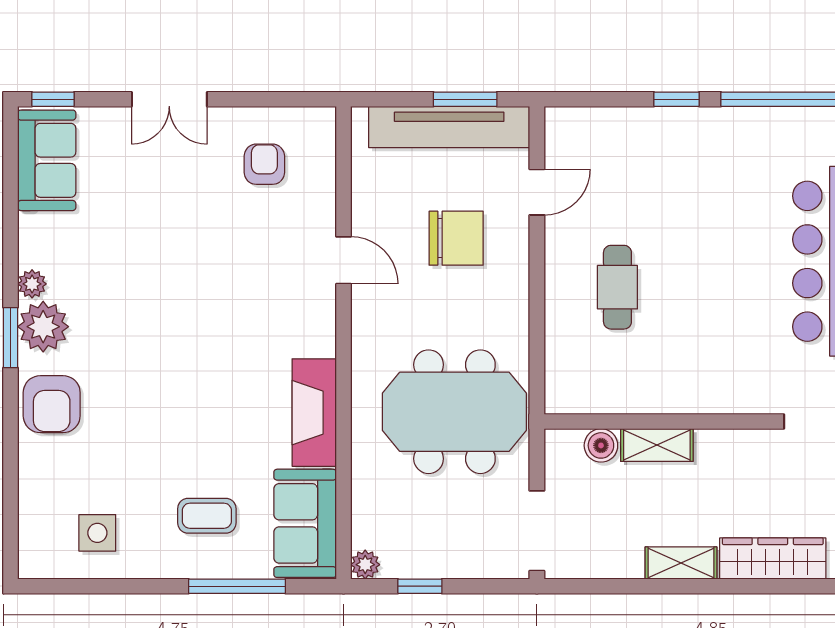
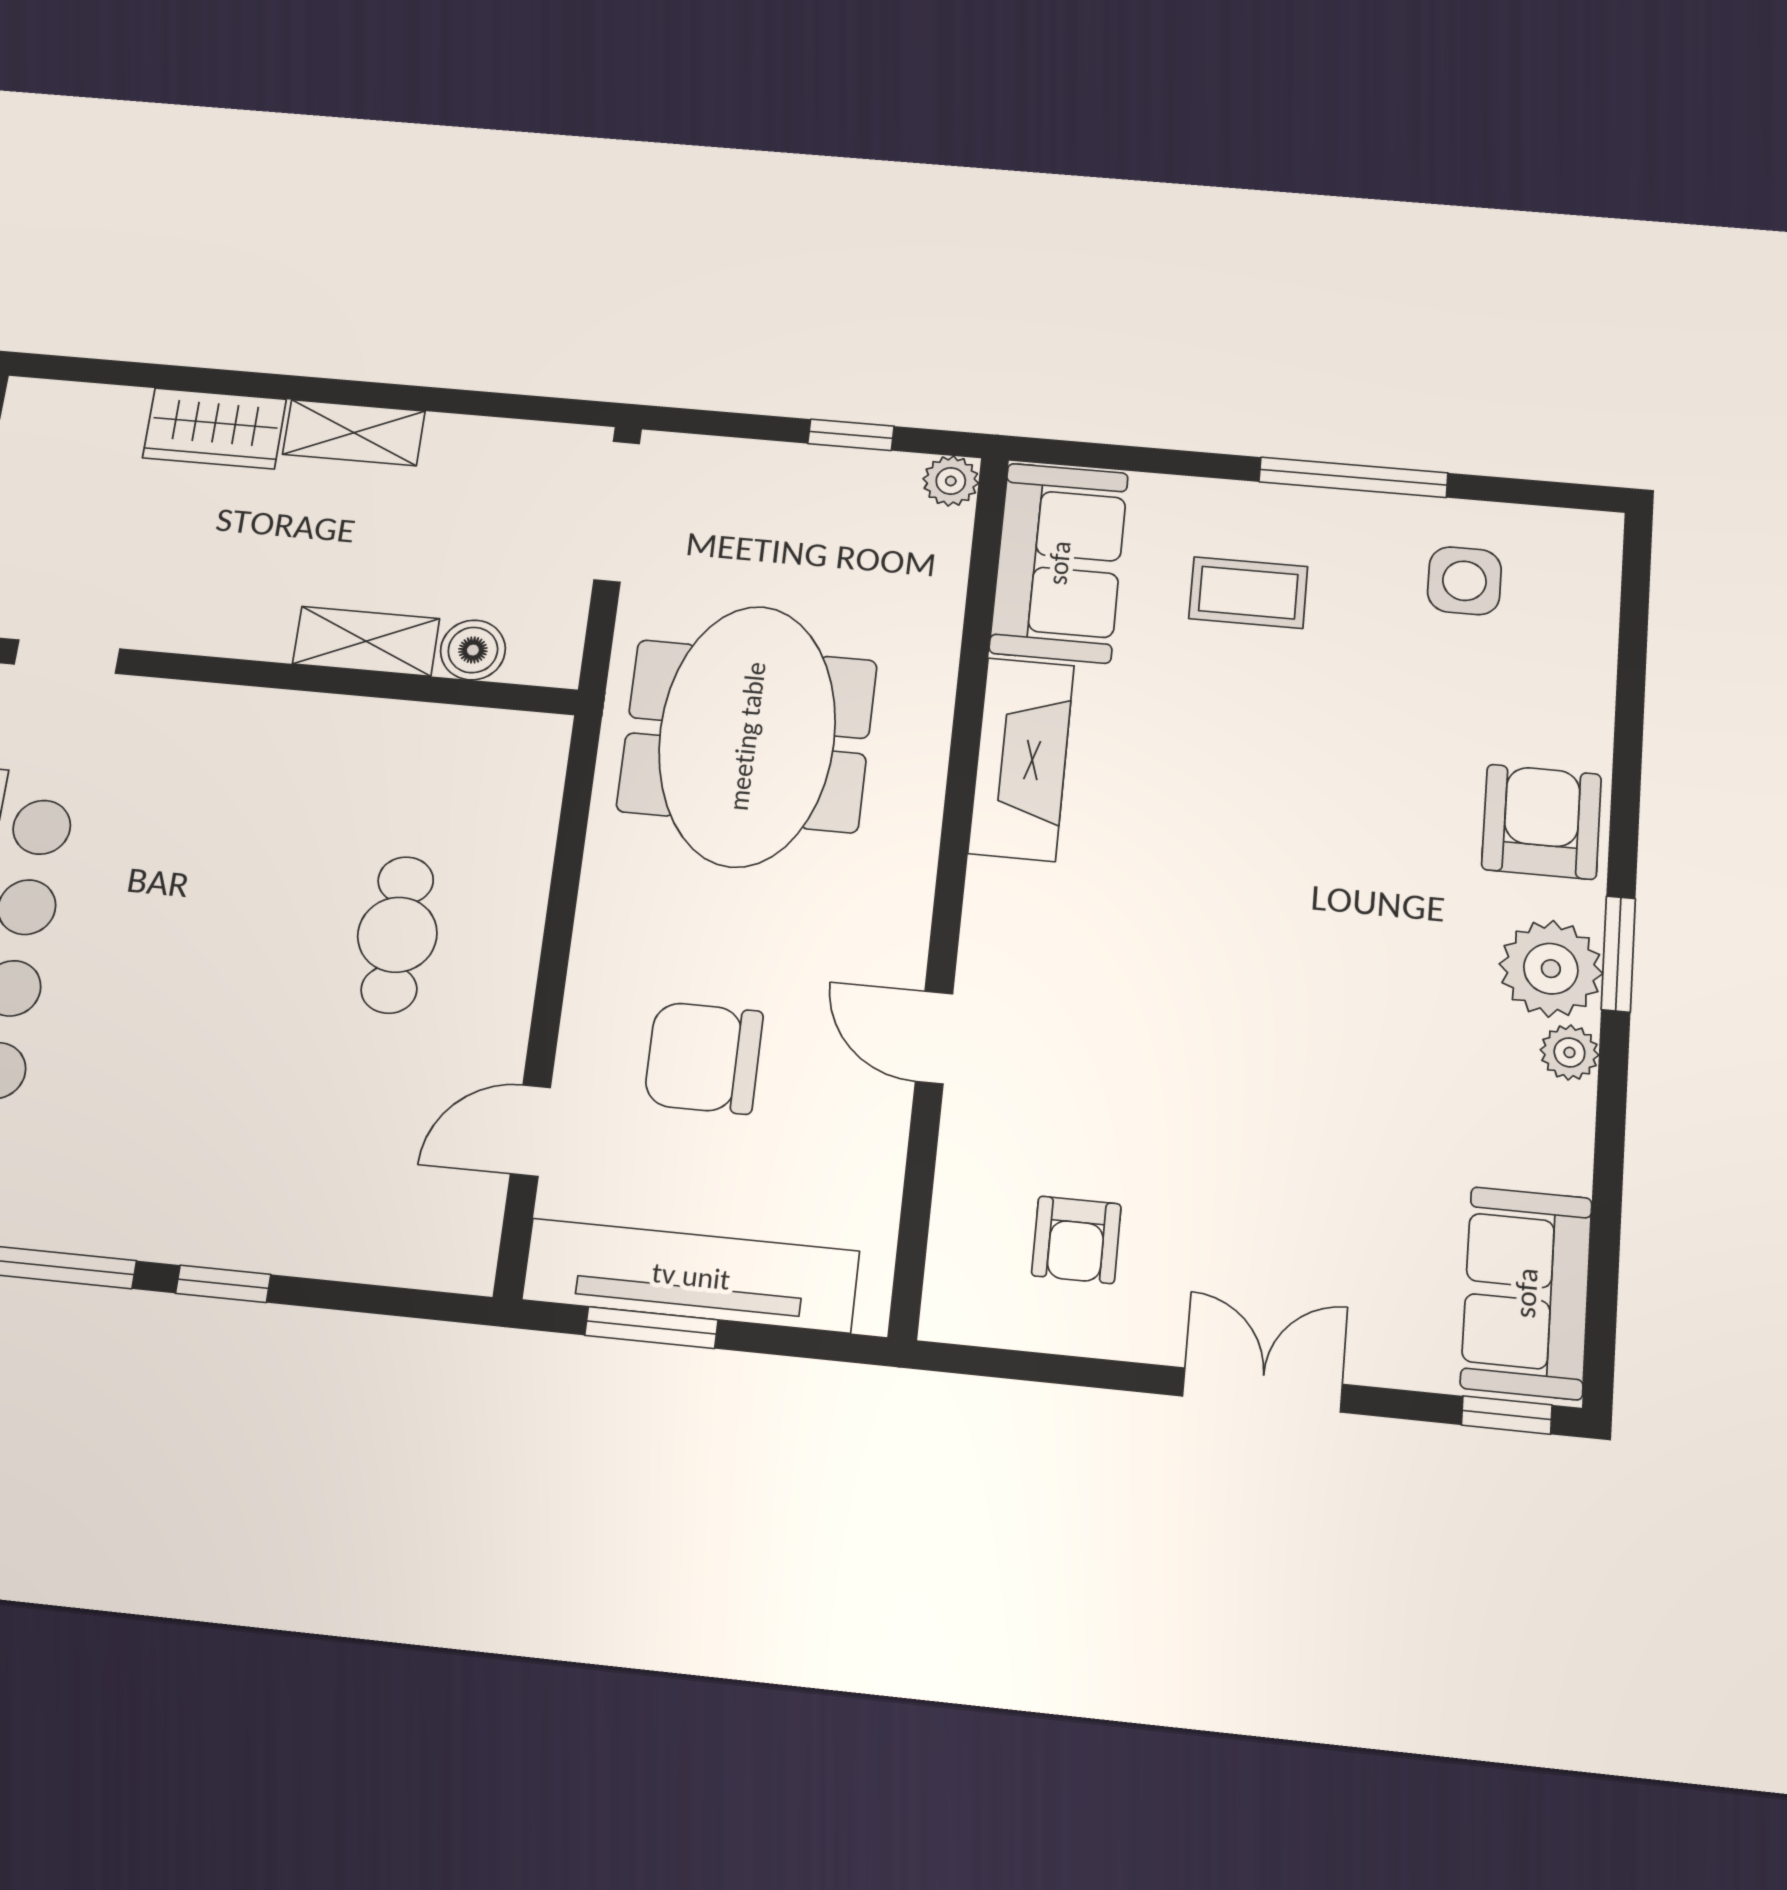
meeting table: (454, 412) -> (747, 736), turned 90
wardrobe: (773, 559) -> (214, 428), width x0.67
window: (237, 586) -> (1353, 477), moved

